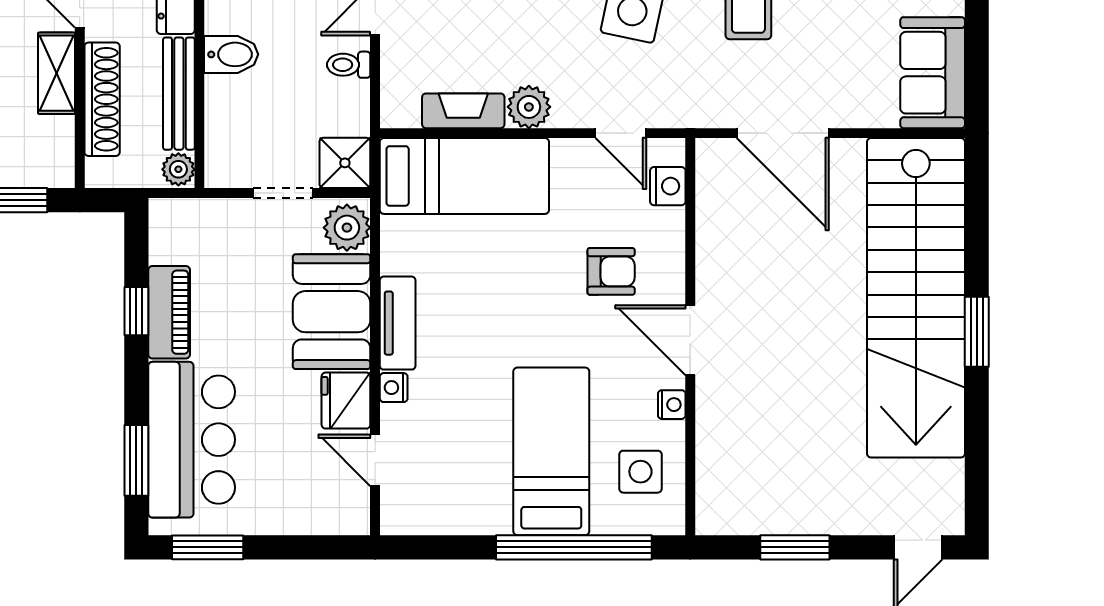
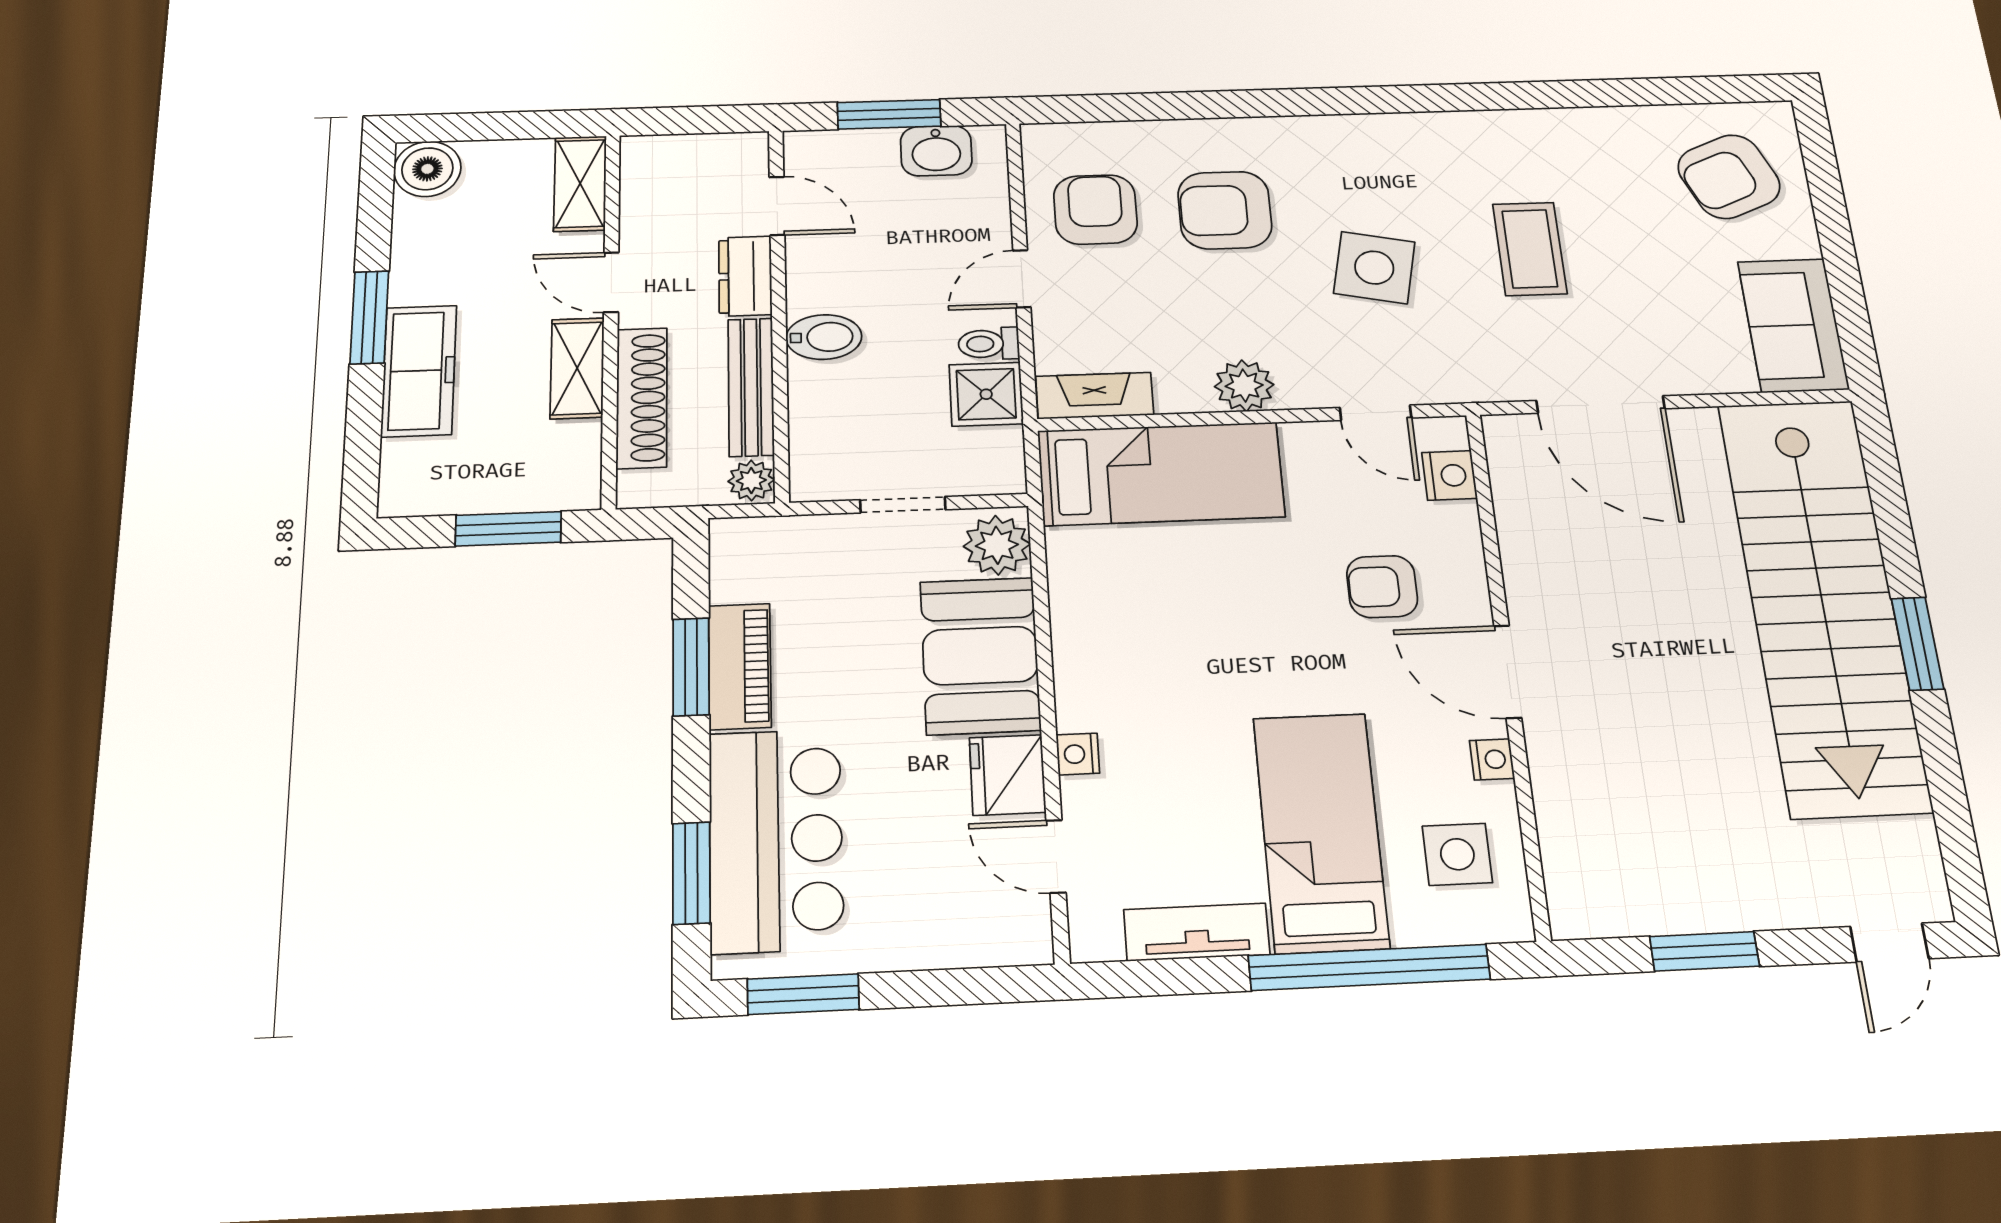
fireplace: (463, 111) -> (1095, 396), moved
shower: (345, 163) -> (986, 394), moved
armchair: (611, 271) -> (1382, 587), turned 180
window: (136, 311) -> (691, 667), width x1.50
tv unit: (398, 323) -> (1197, 932), moved, turned -90

